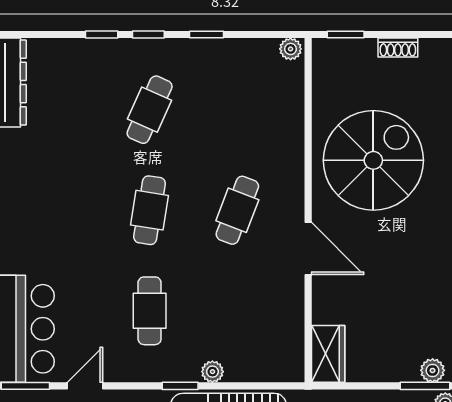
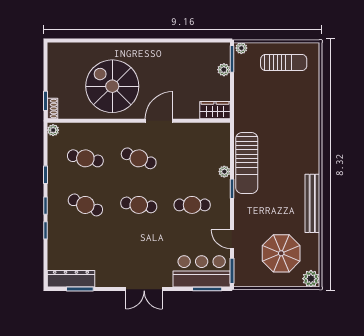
shoe rack: (398, 48) -> (52, 109), moved
cafe table: (237, 110) -> (85, 158), added
plant: (433, 370) -> (224, 70), moved

